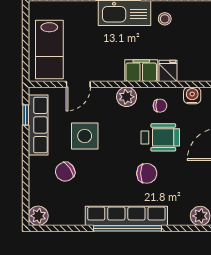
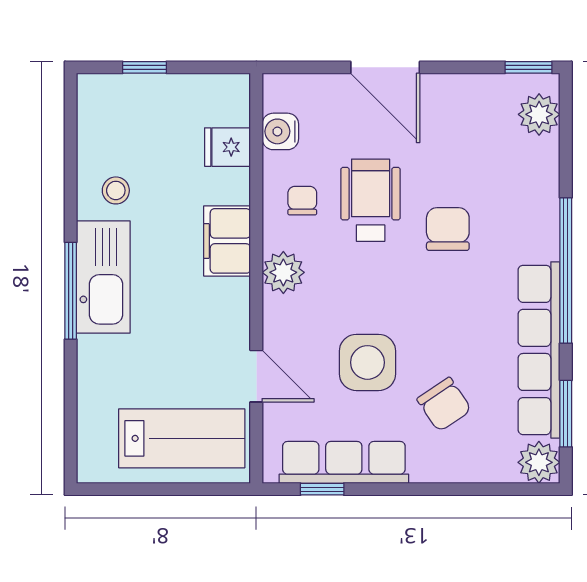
fridge: (168, 71) -> (227, 147), moved
row of seats: (126, 216) -> (539, 350), moved
window: (61, 228) -> (566, 414), added

